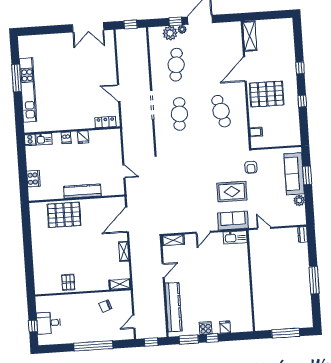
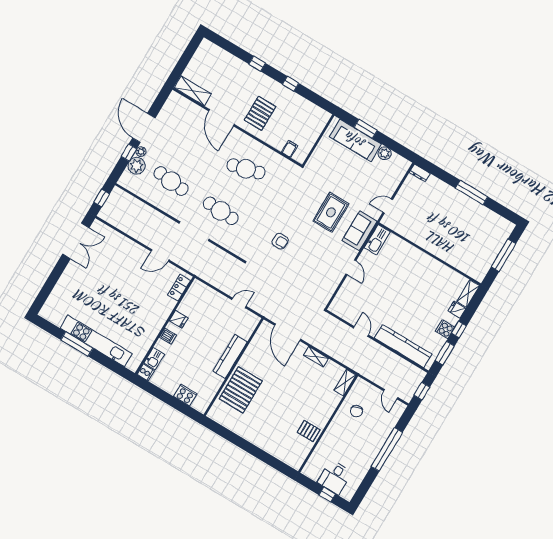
pallet: (267, 94) -> (260, 113), width x0.73, depth x0.71
armchair: (251, 167) -> (280, 241), moved
shelving: (173, 240) -> (468, 293), moved

